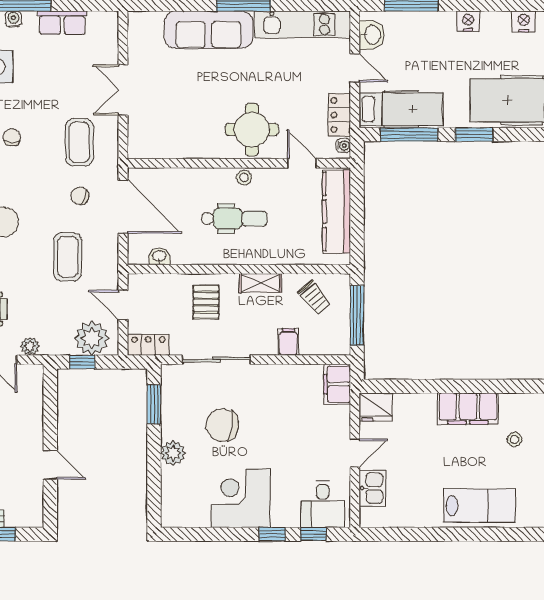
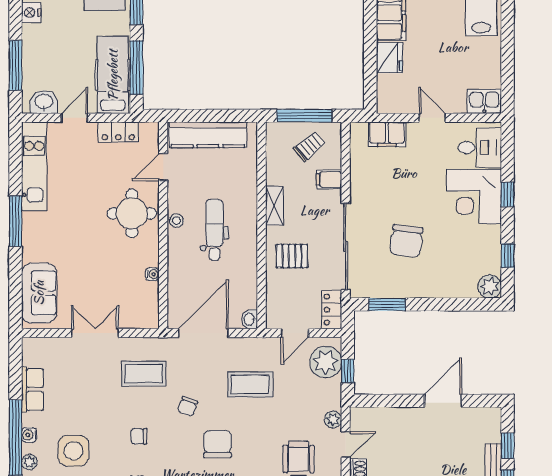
sofa: (209, 30) -> (39, 293), moved, width x0.73
double door: (123, 90) -> (95, 333), swing flipped
water cooler: (343, 146) -> (152, 274), moved, turned 90
chair: (80, 196) -> (187, 406), moved
washbasin: (159, 256) -> (250, 319), moved
trolley: (314, 297) -> (309, 146), moved
sliding door: (216, 360) -> (346, 246), width x1.36
filing cabinet: (337, 384) -> (387, 134), moved
fridge: (376, 407) -> (389, 58), moved
plant: (173, 453) -> (490, 287), moved
door: (50, 465) -> (443, 401), width x1.38
kitchen sink: (372, 488) -> (484, 101), moved
corner desk: (240, 498) -> (474, 197), moved
window: (313, 534) -> (508, 256), moved

